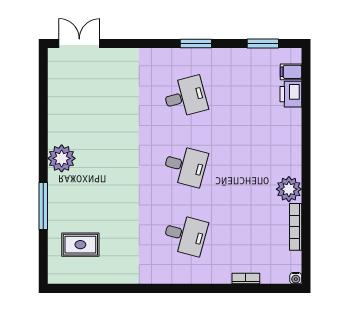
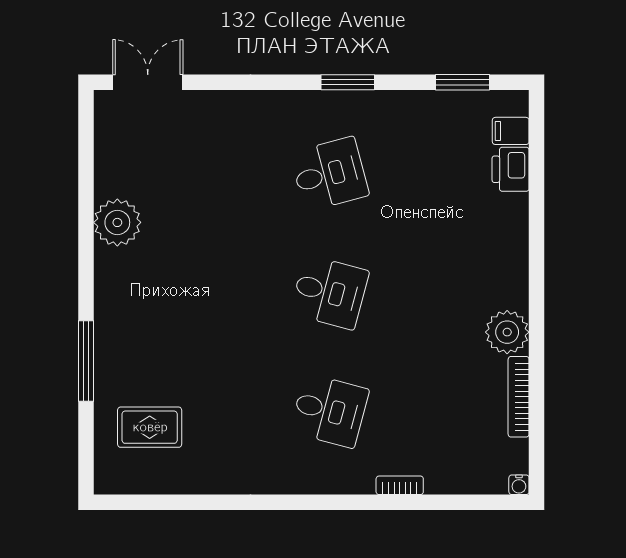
plant: (62, 158) -> (117, 222), moved
bookcase: (246, 278) -> (400, 485), moved

